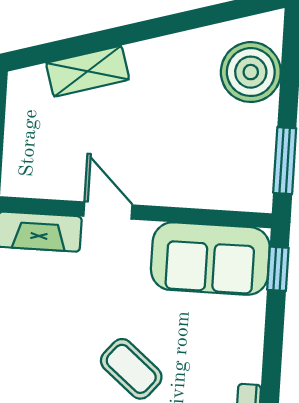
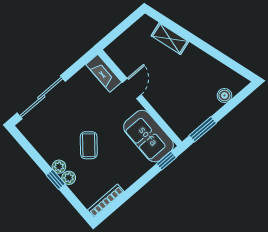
boiler: (251, 72) -> (224, 96), width x0.54, depth x0.54

